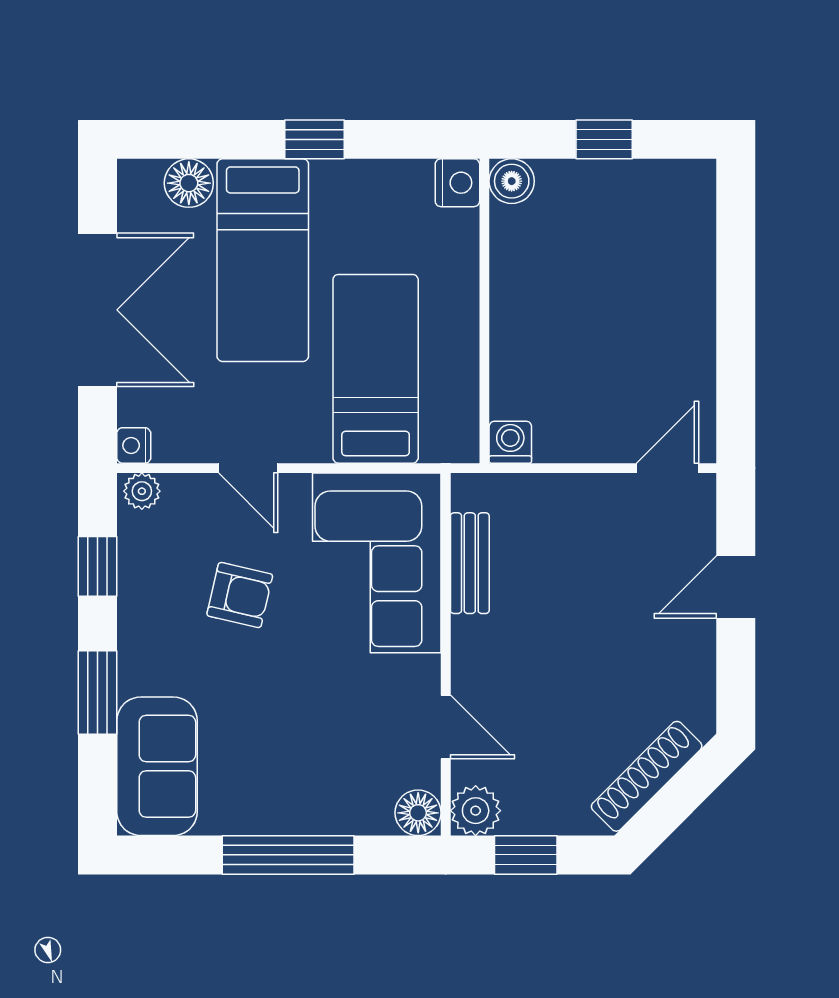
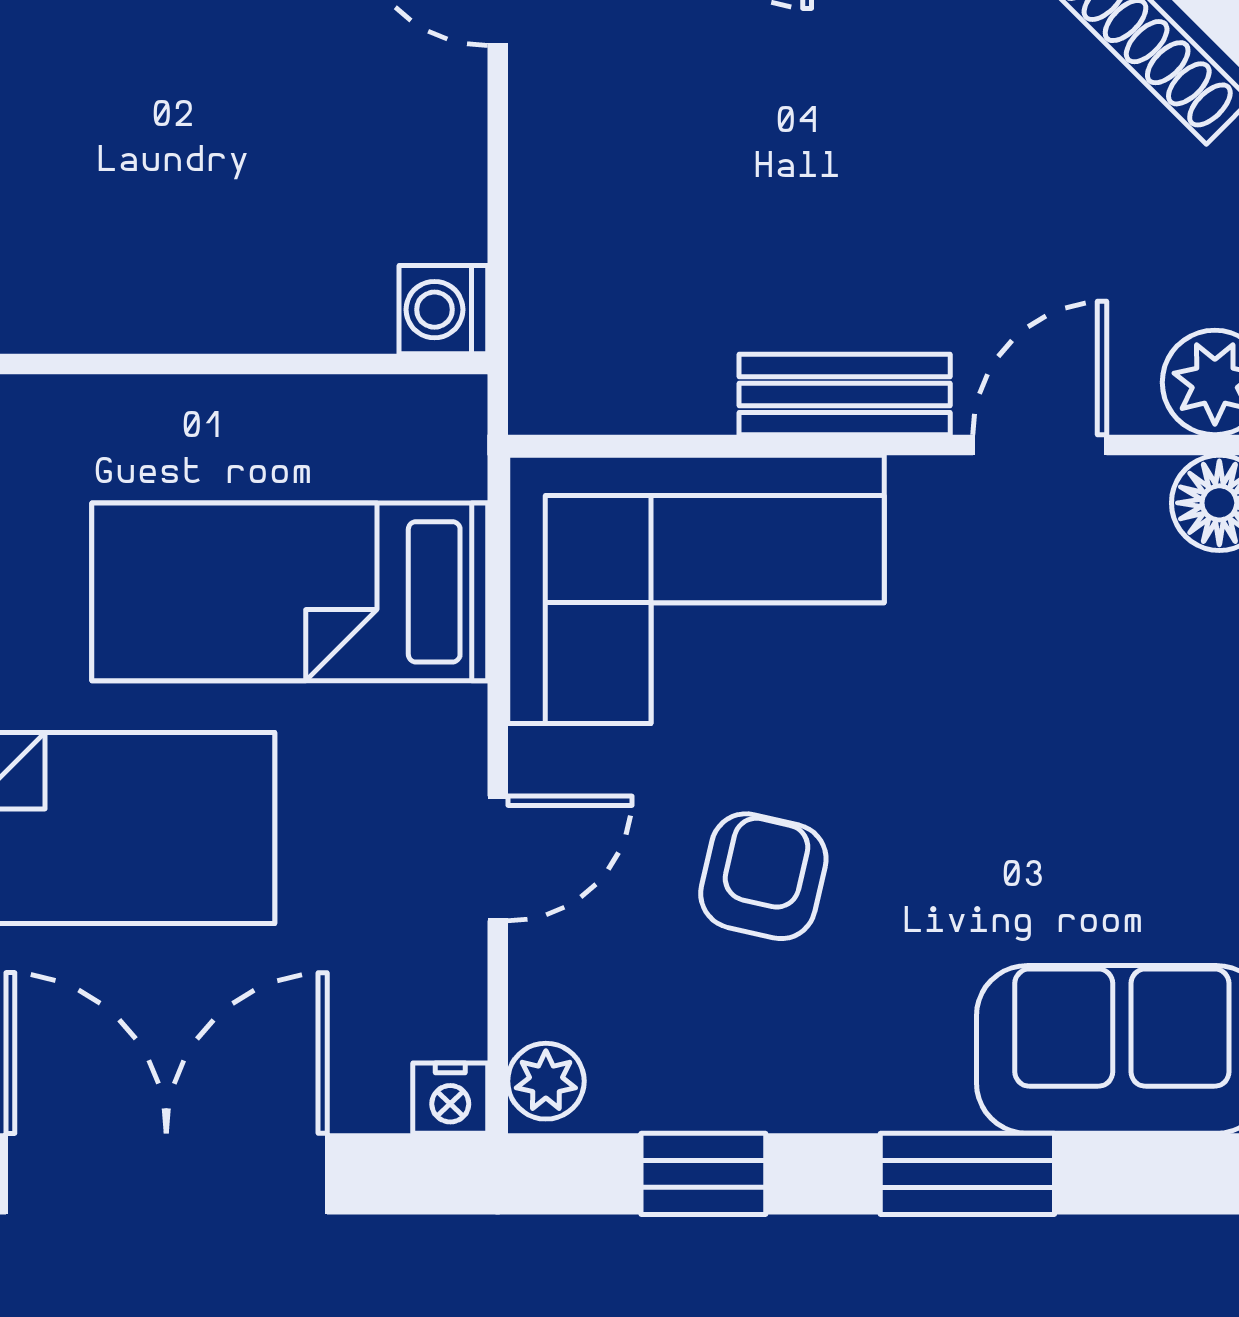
bench: (470, 563) -> (845, 395), moved

